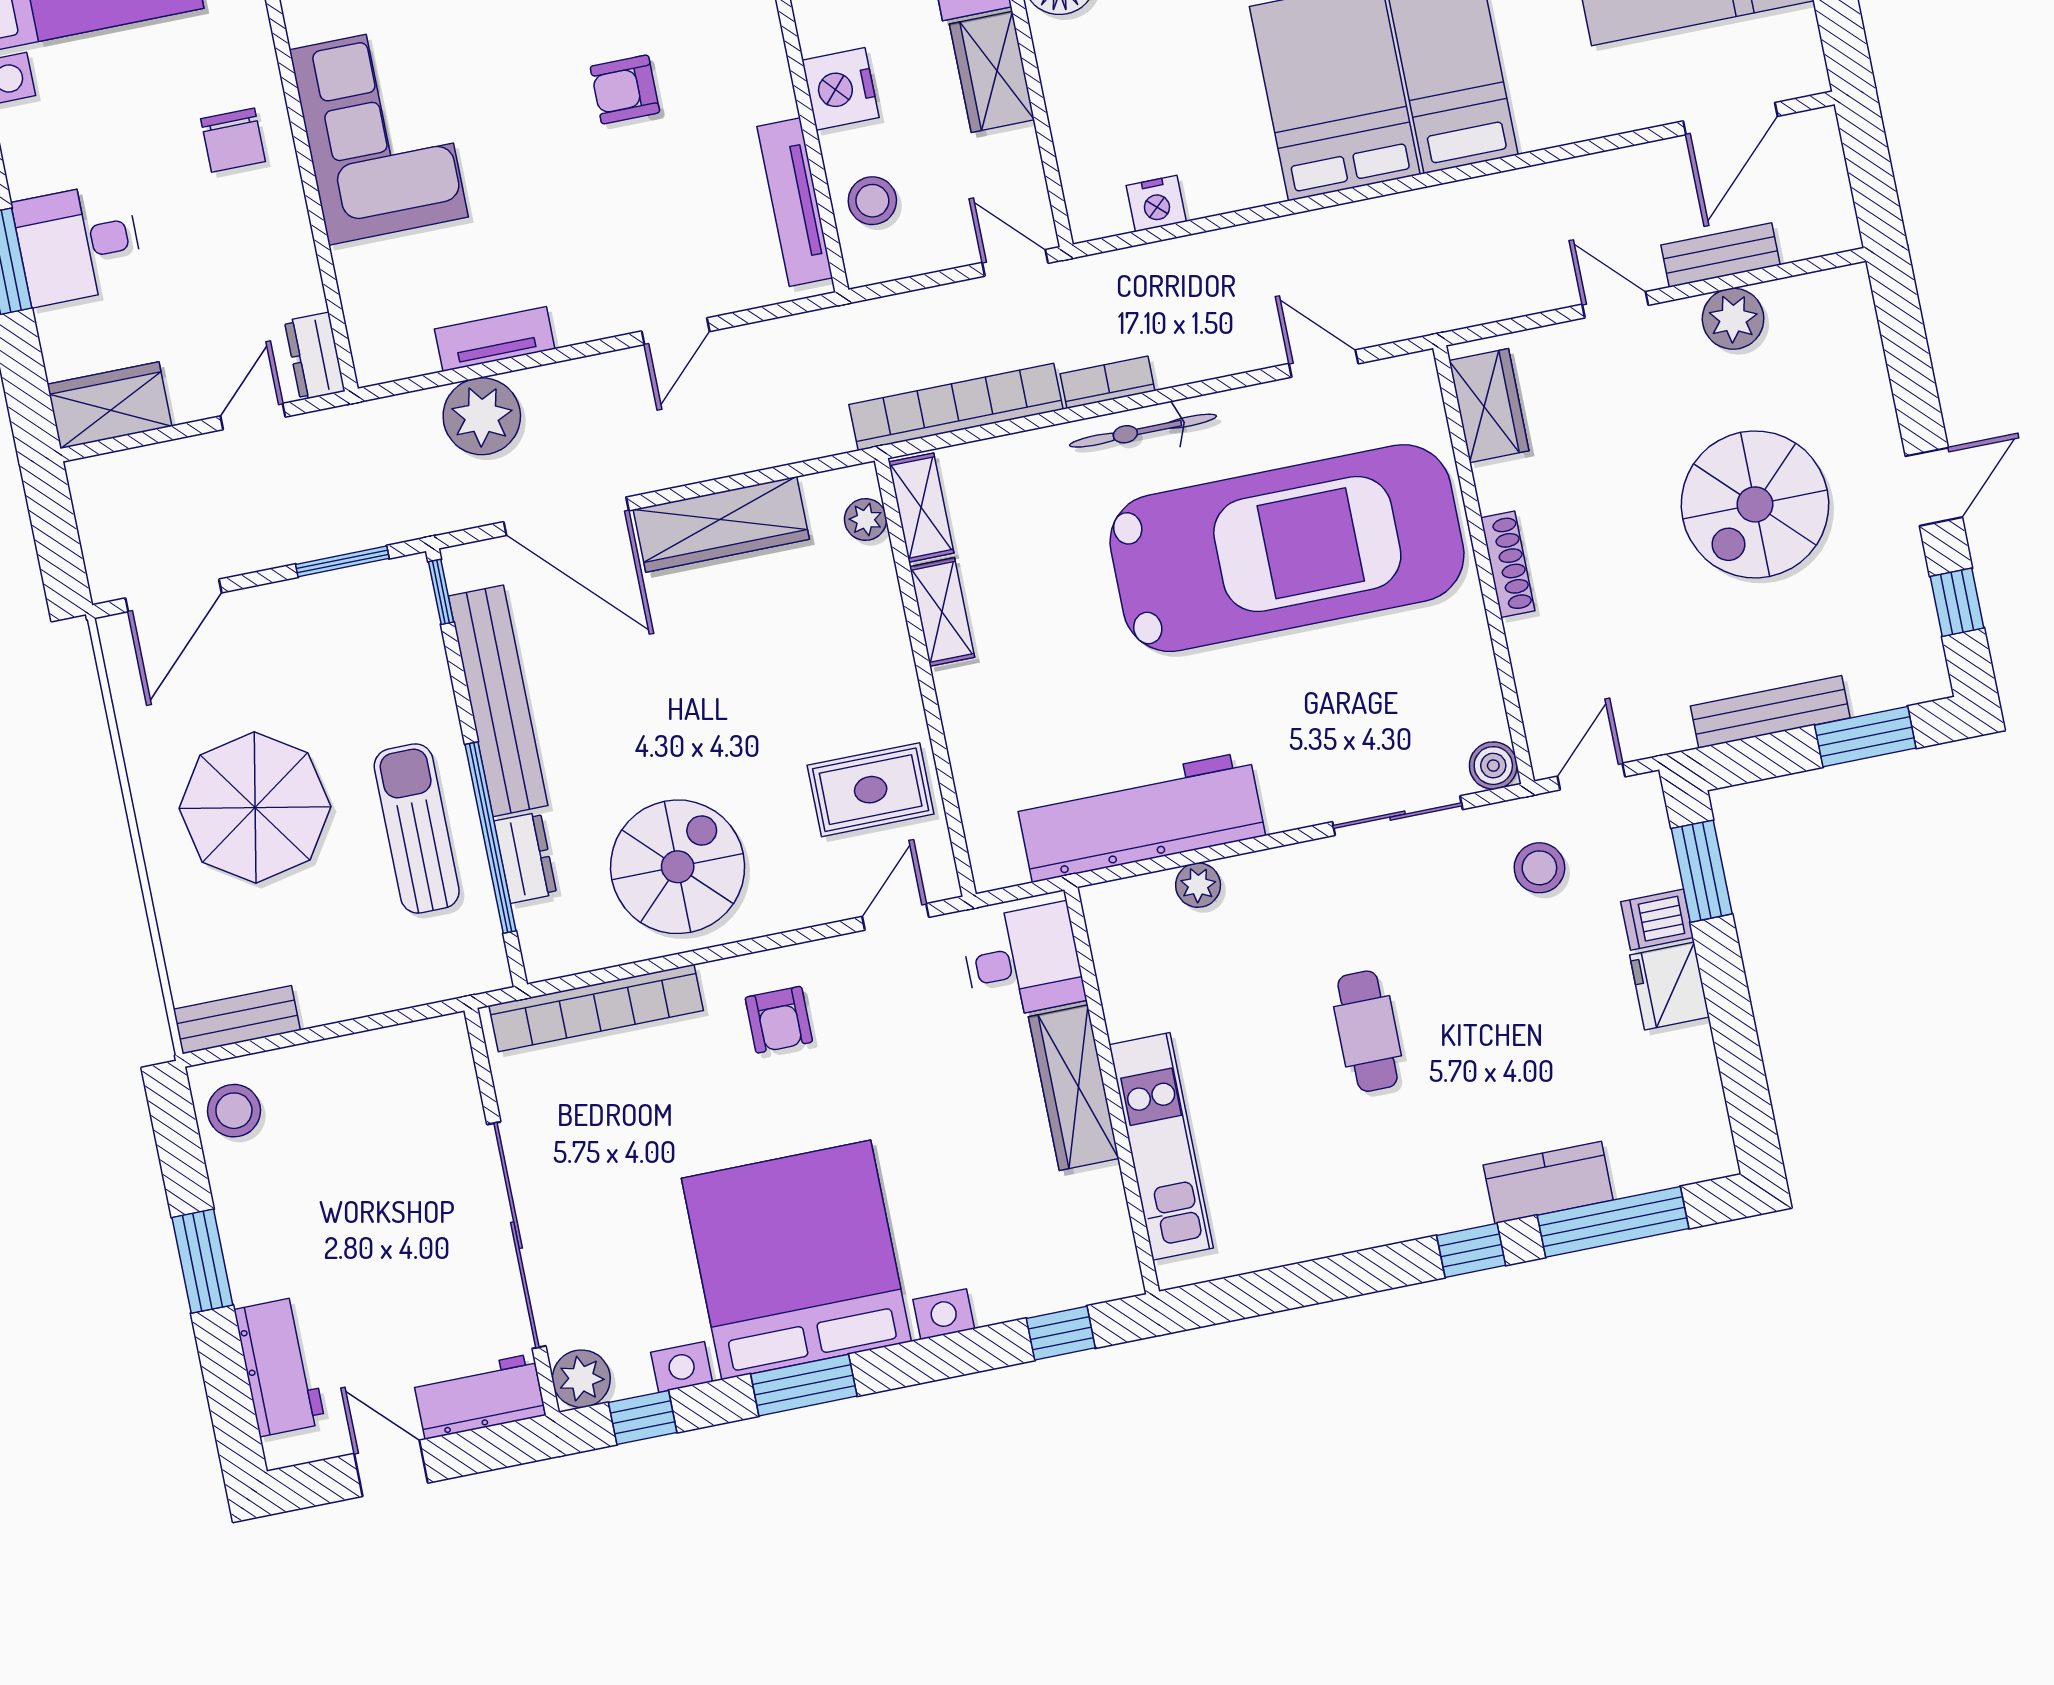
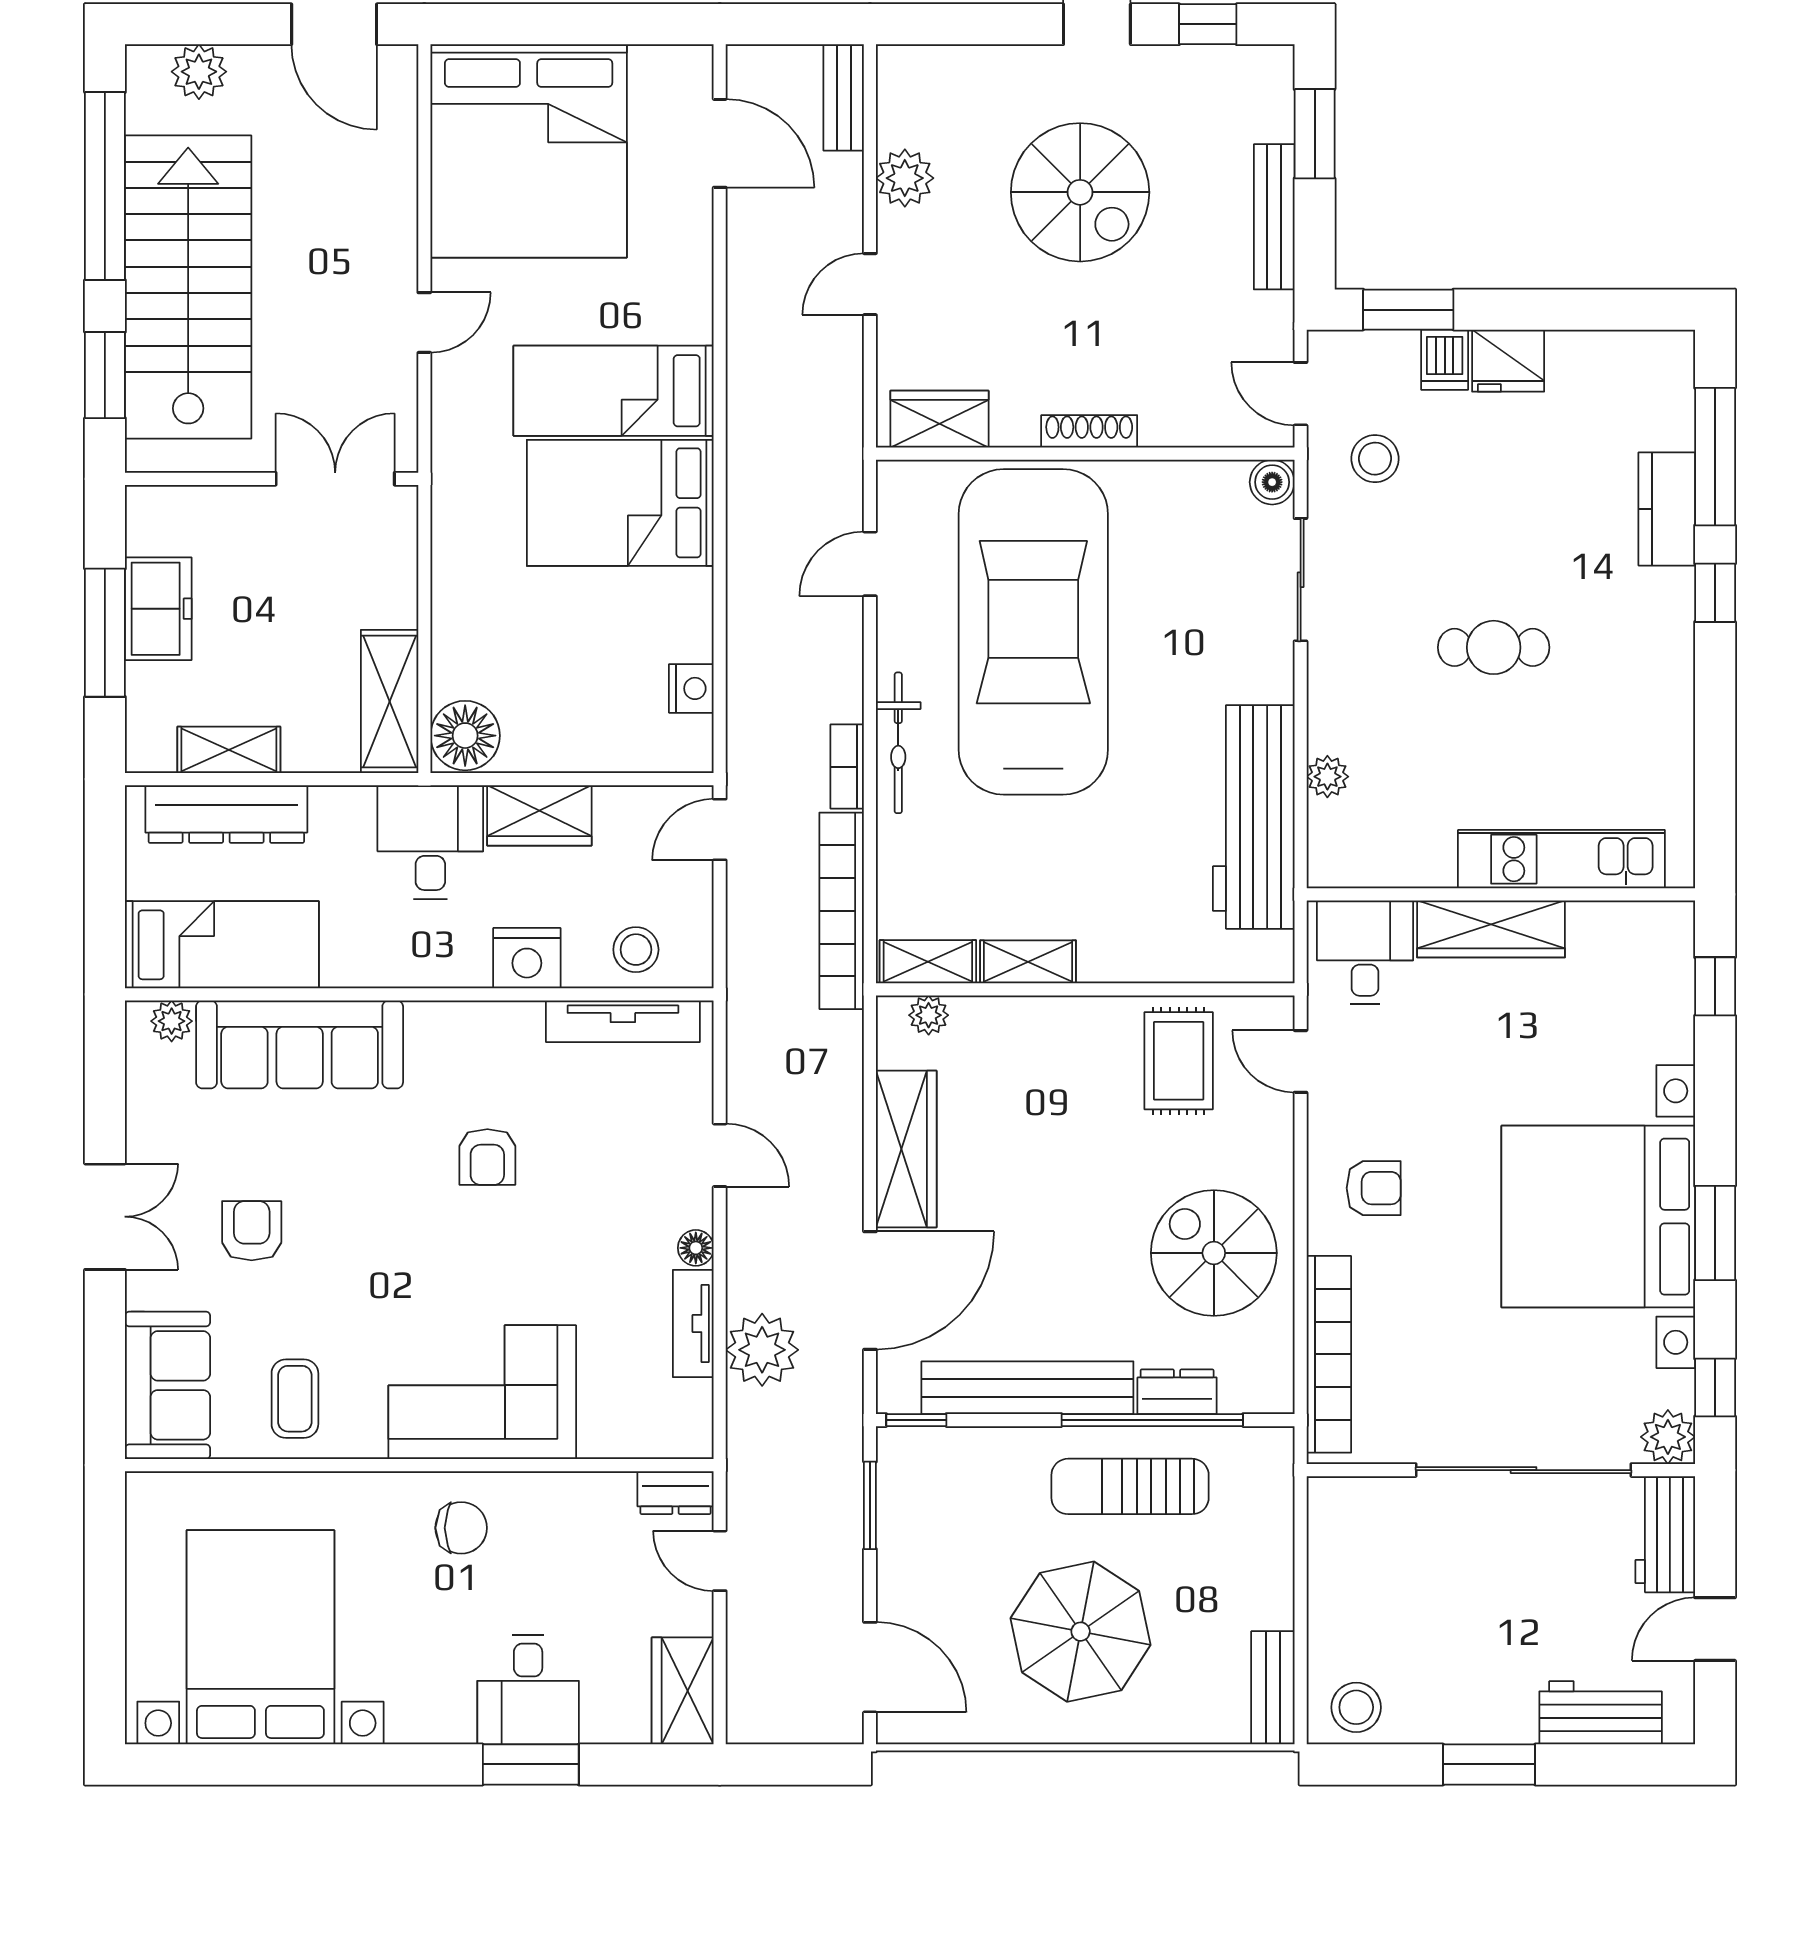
bench: (1721, 255) -> (844, 97), moved
floor lamp: (574, 326) -> (696, 1248), added

